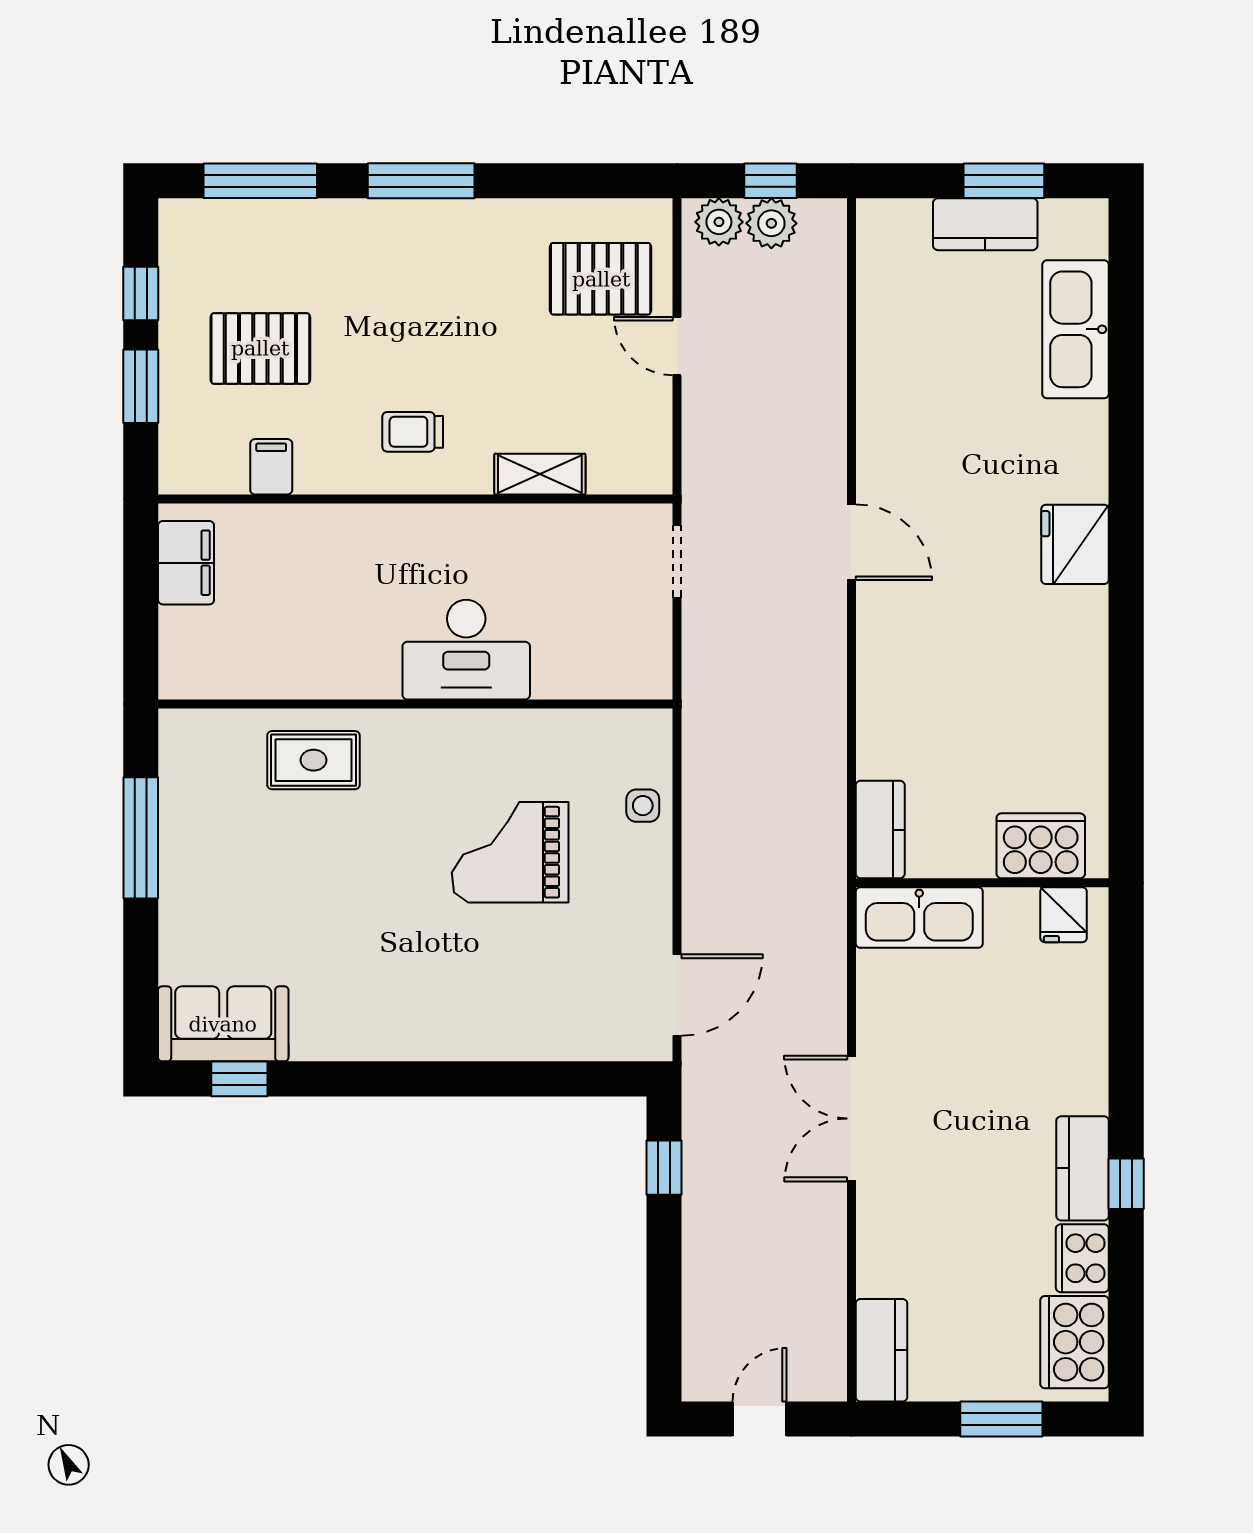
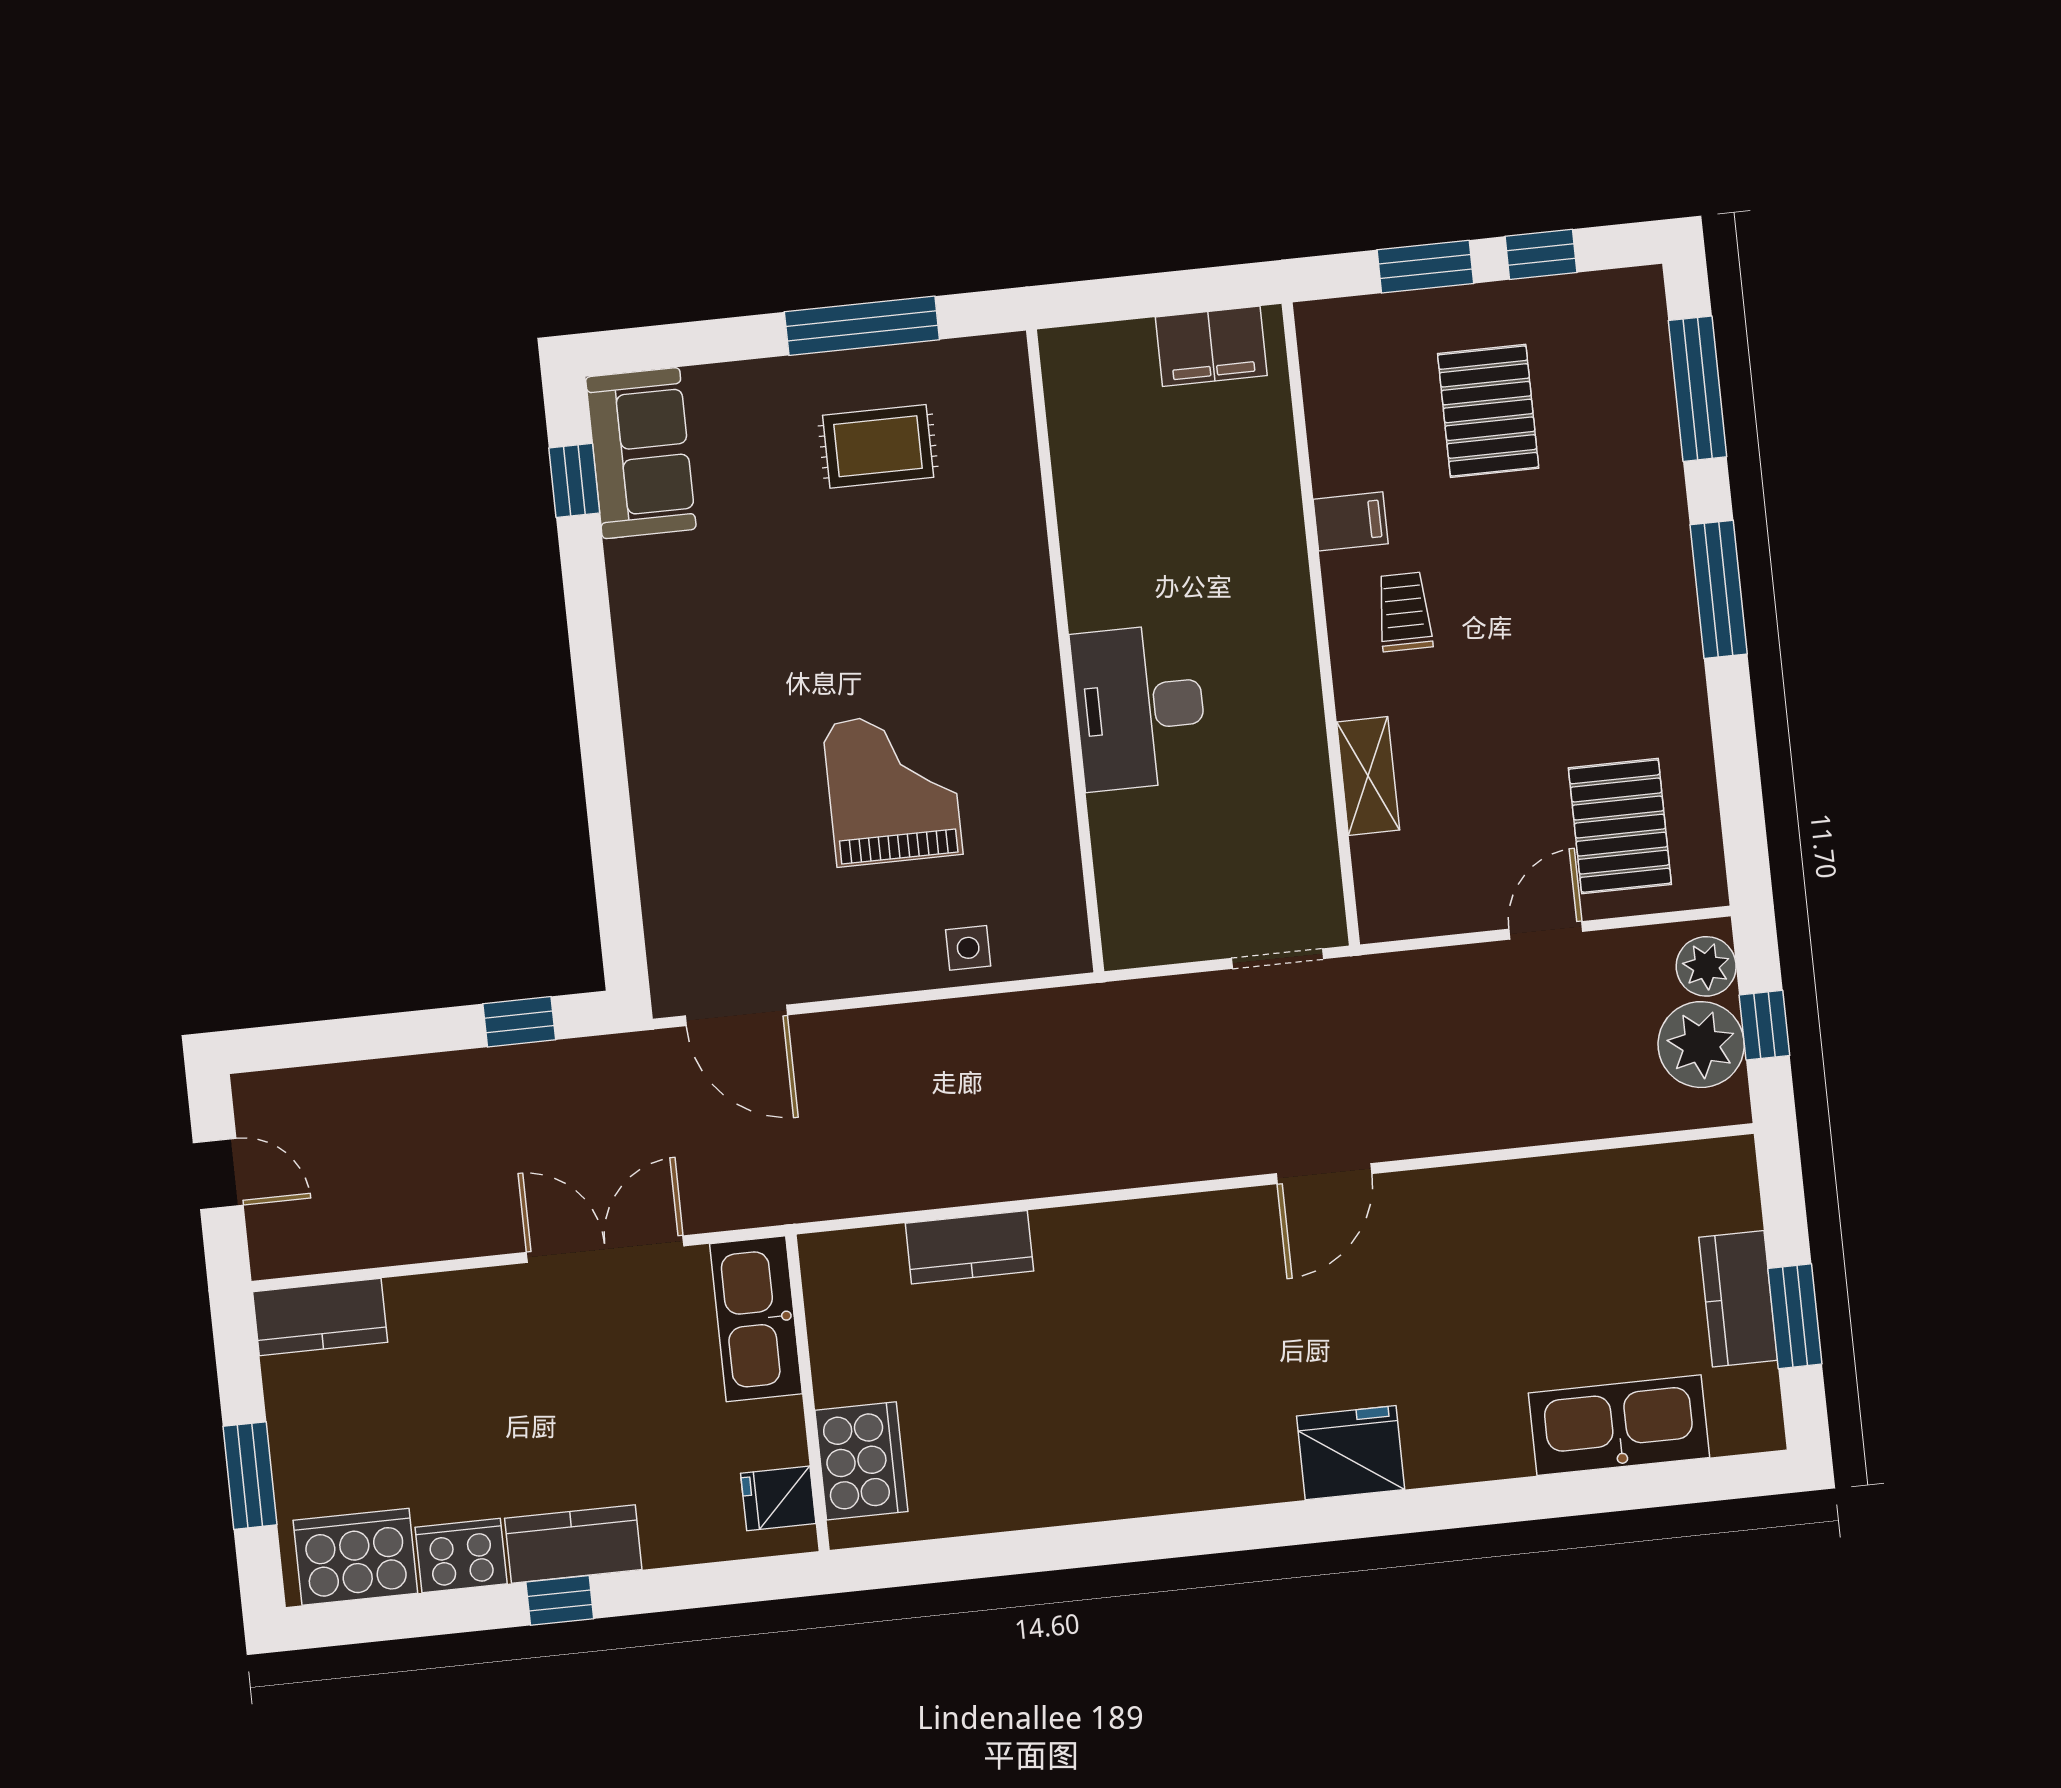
plant: (771, 223) -> (1701, 1045), width x1.36, depth x1.36
filing cabinet: (271, 467) -> (1351, 521), moved
rug: (313, 760) -> (878, 446), moved, turned 90
cooker: (1041, 846) -> (861, 1461), moved
wall: (982, 883) -> (808, 1393), moved
fridge: (1064, 915) -> (778, 1498), moved
kitchen sink: (919, 918) -> (756, 1319), moved

